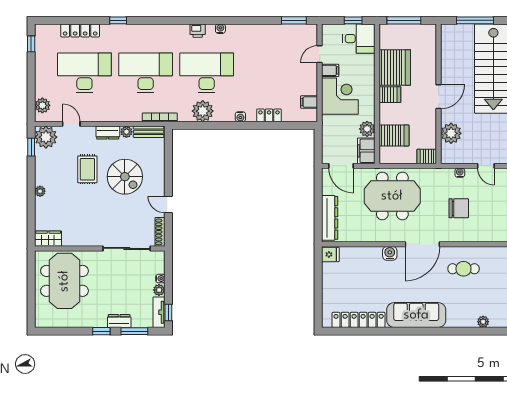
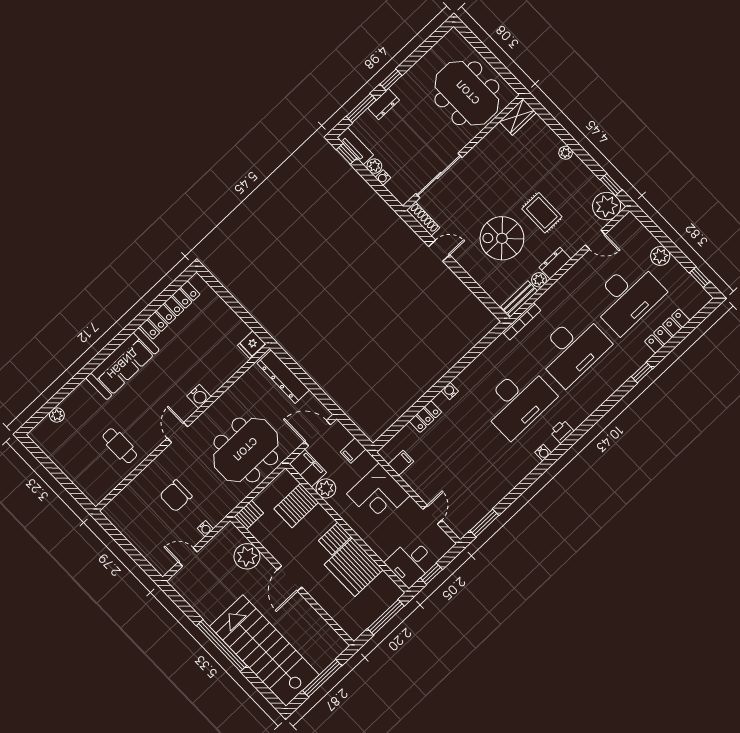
filing cabinet: (330, 70) -> (353, 451), moved
plant: (42, 105) -> (660, 256), moved
plant: (203, 111) -> (488, 364), removed
door: (422, 244) -> (178, 432), width x0.53
cafe table: (464, 269) -> (120, 446), turned 90

